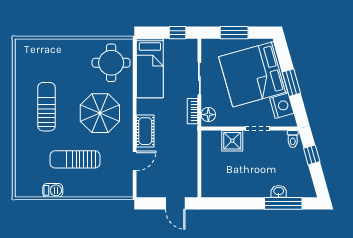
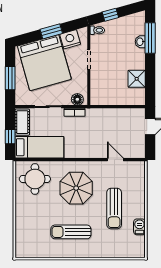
window: (177, 33) -> (10, 137), moved
cot: (145, 131) -> (22, 122), moved, turned 90
shower: (232, 141) -> (137, 79), moved

